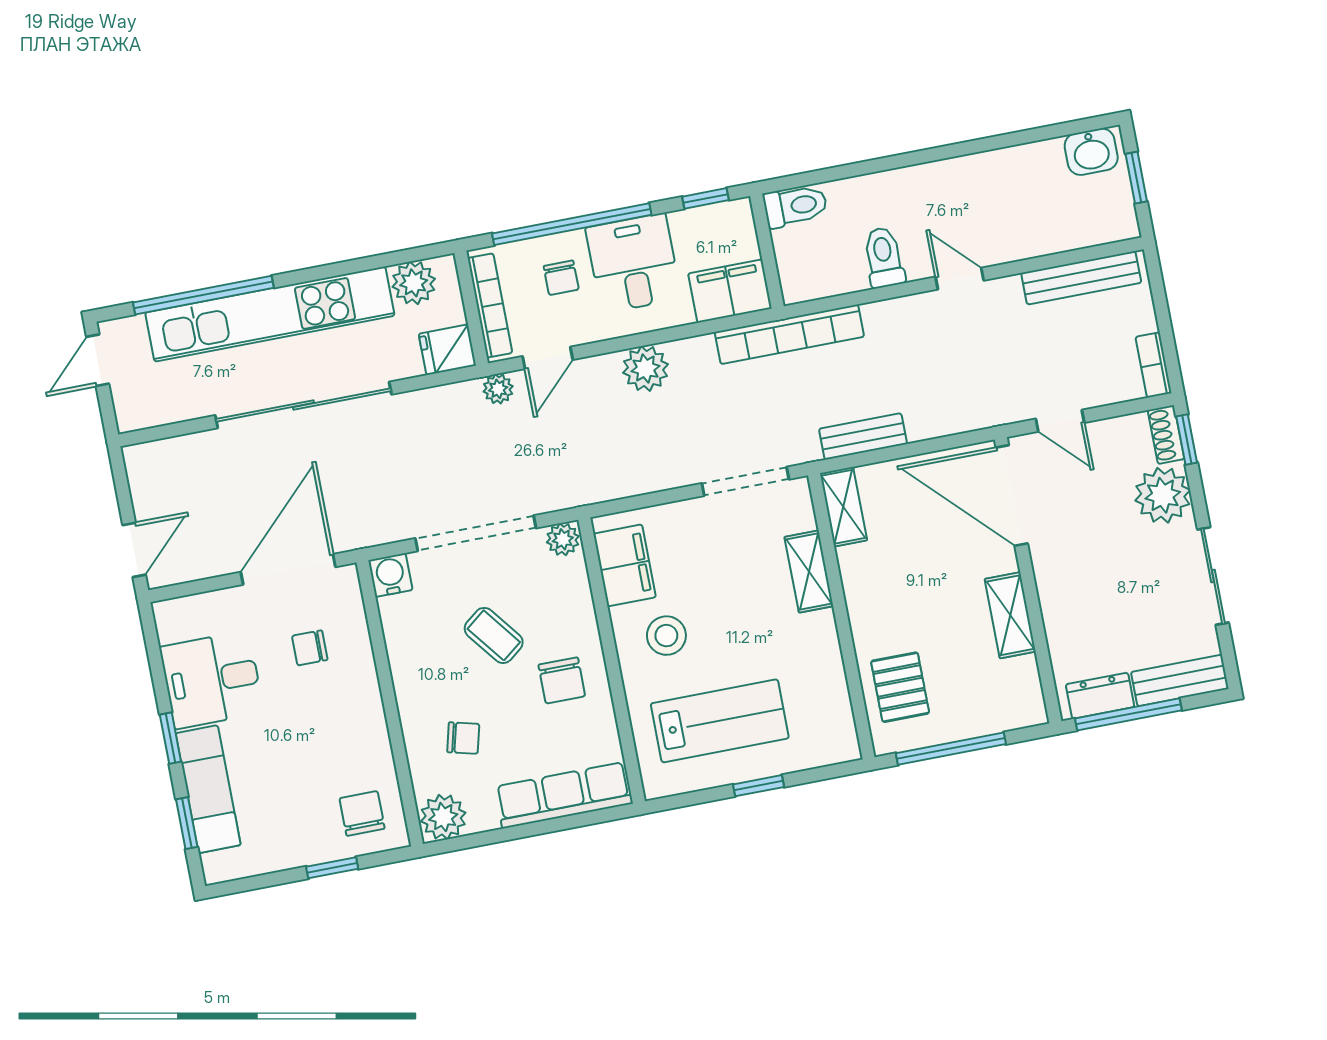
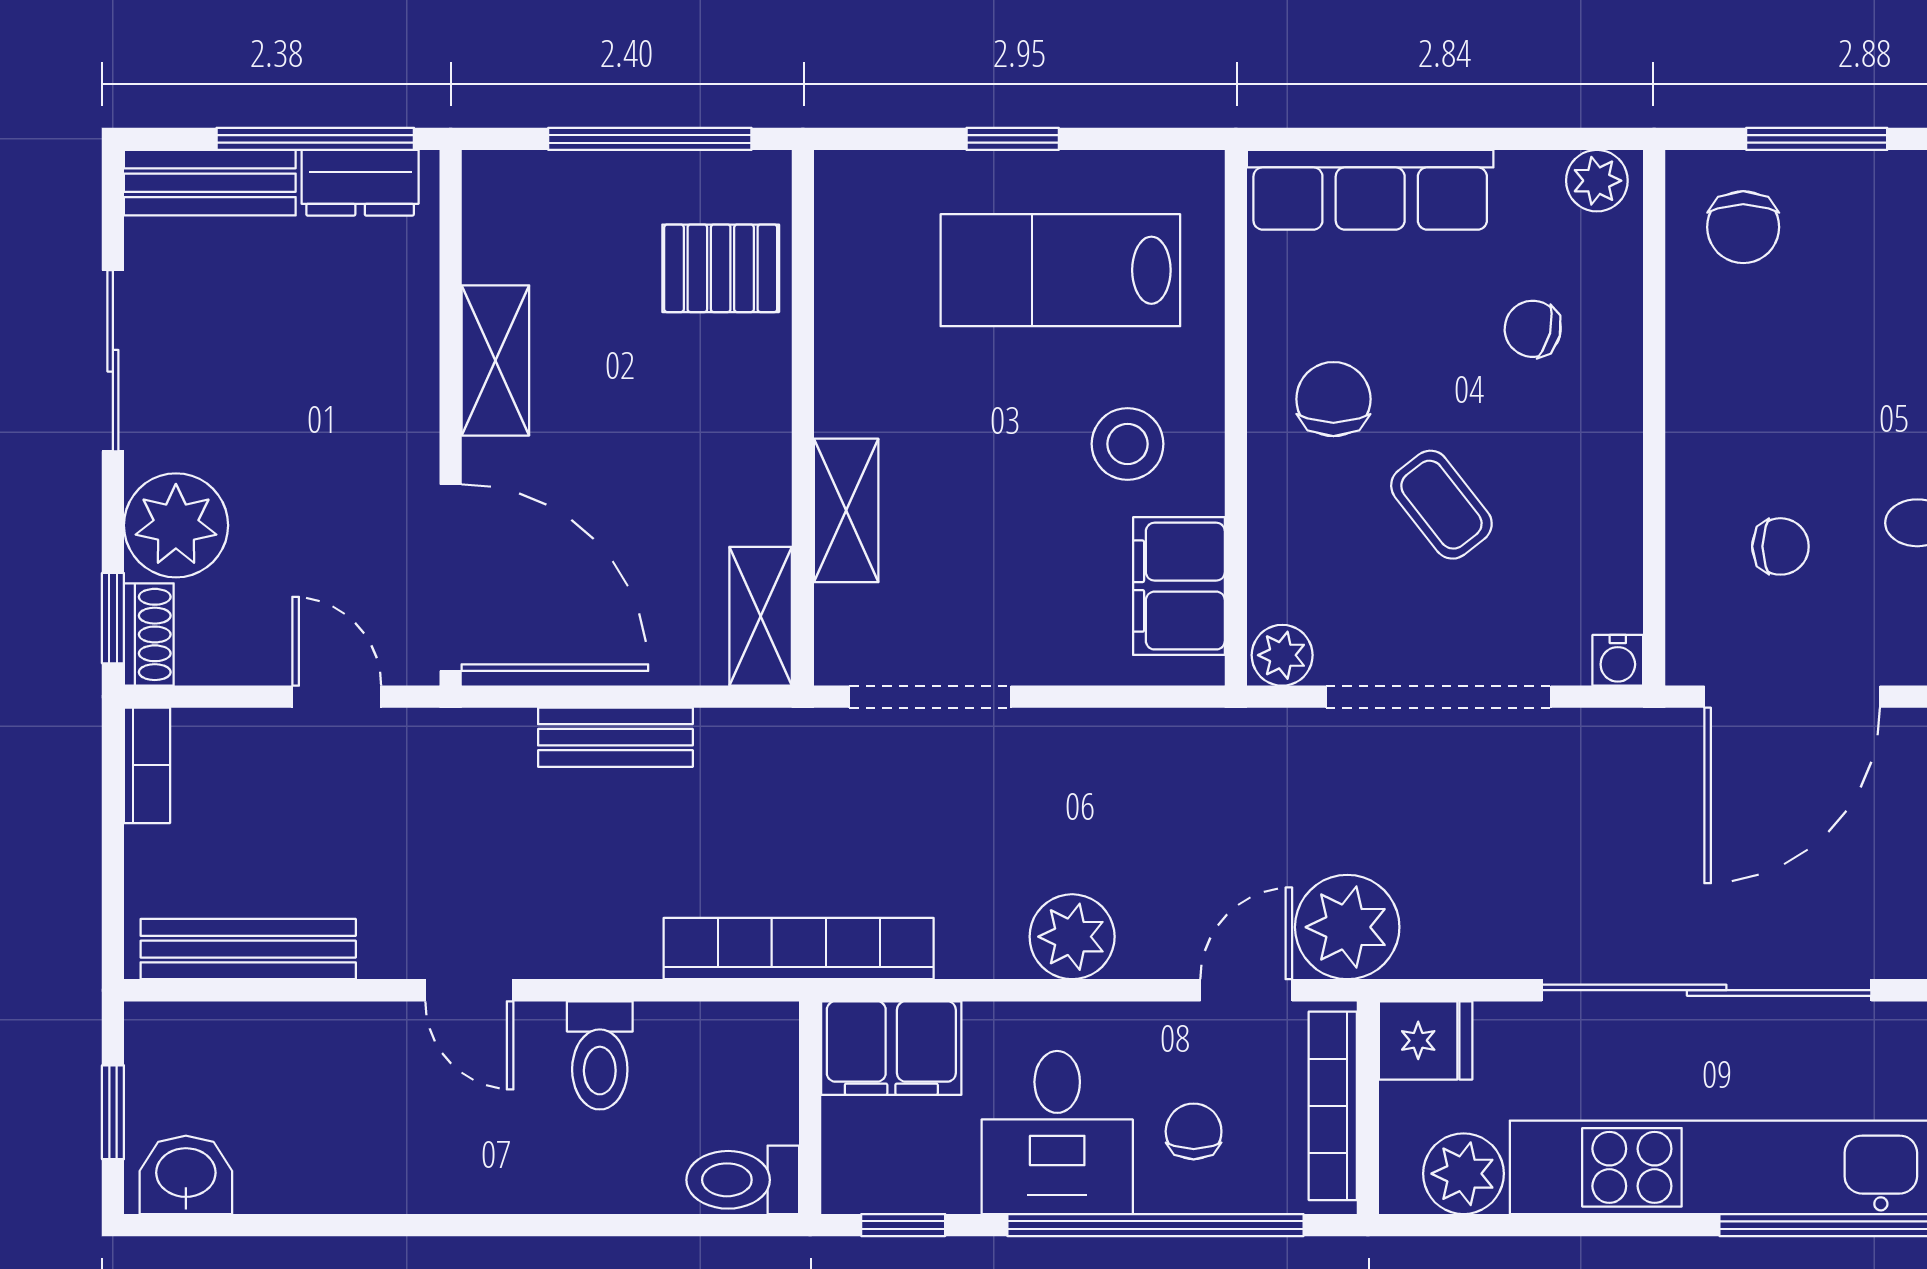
plant: (498, 389) -> (1347, 927), width x1.87, depth x1.87
bench: (863, 436) -> (615, 737), moved
water cooler: (390, 575) -> (1618, 660), width x0.72, depth x0.72
pallet: (900, 687) -> (721, 268), turned 90
plant: (443, 817) -> (1597, 181), width x0.73, depth x0.73
window: (332, 868) -> (1817, 139), width x1.50

